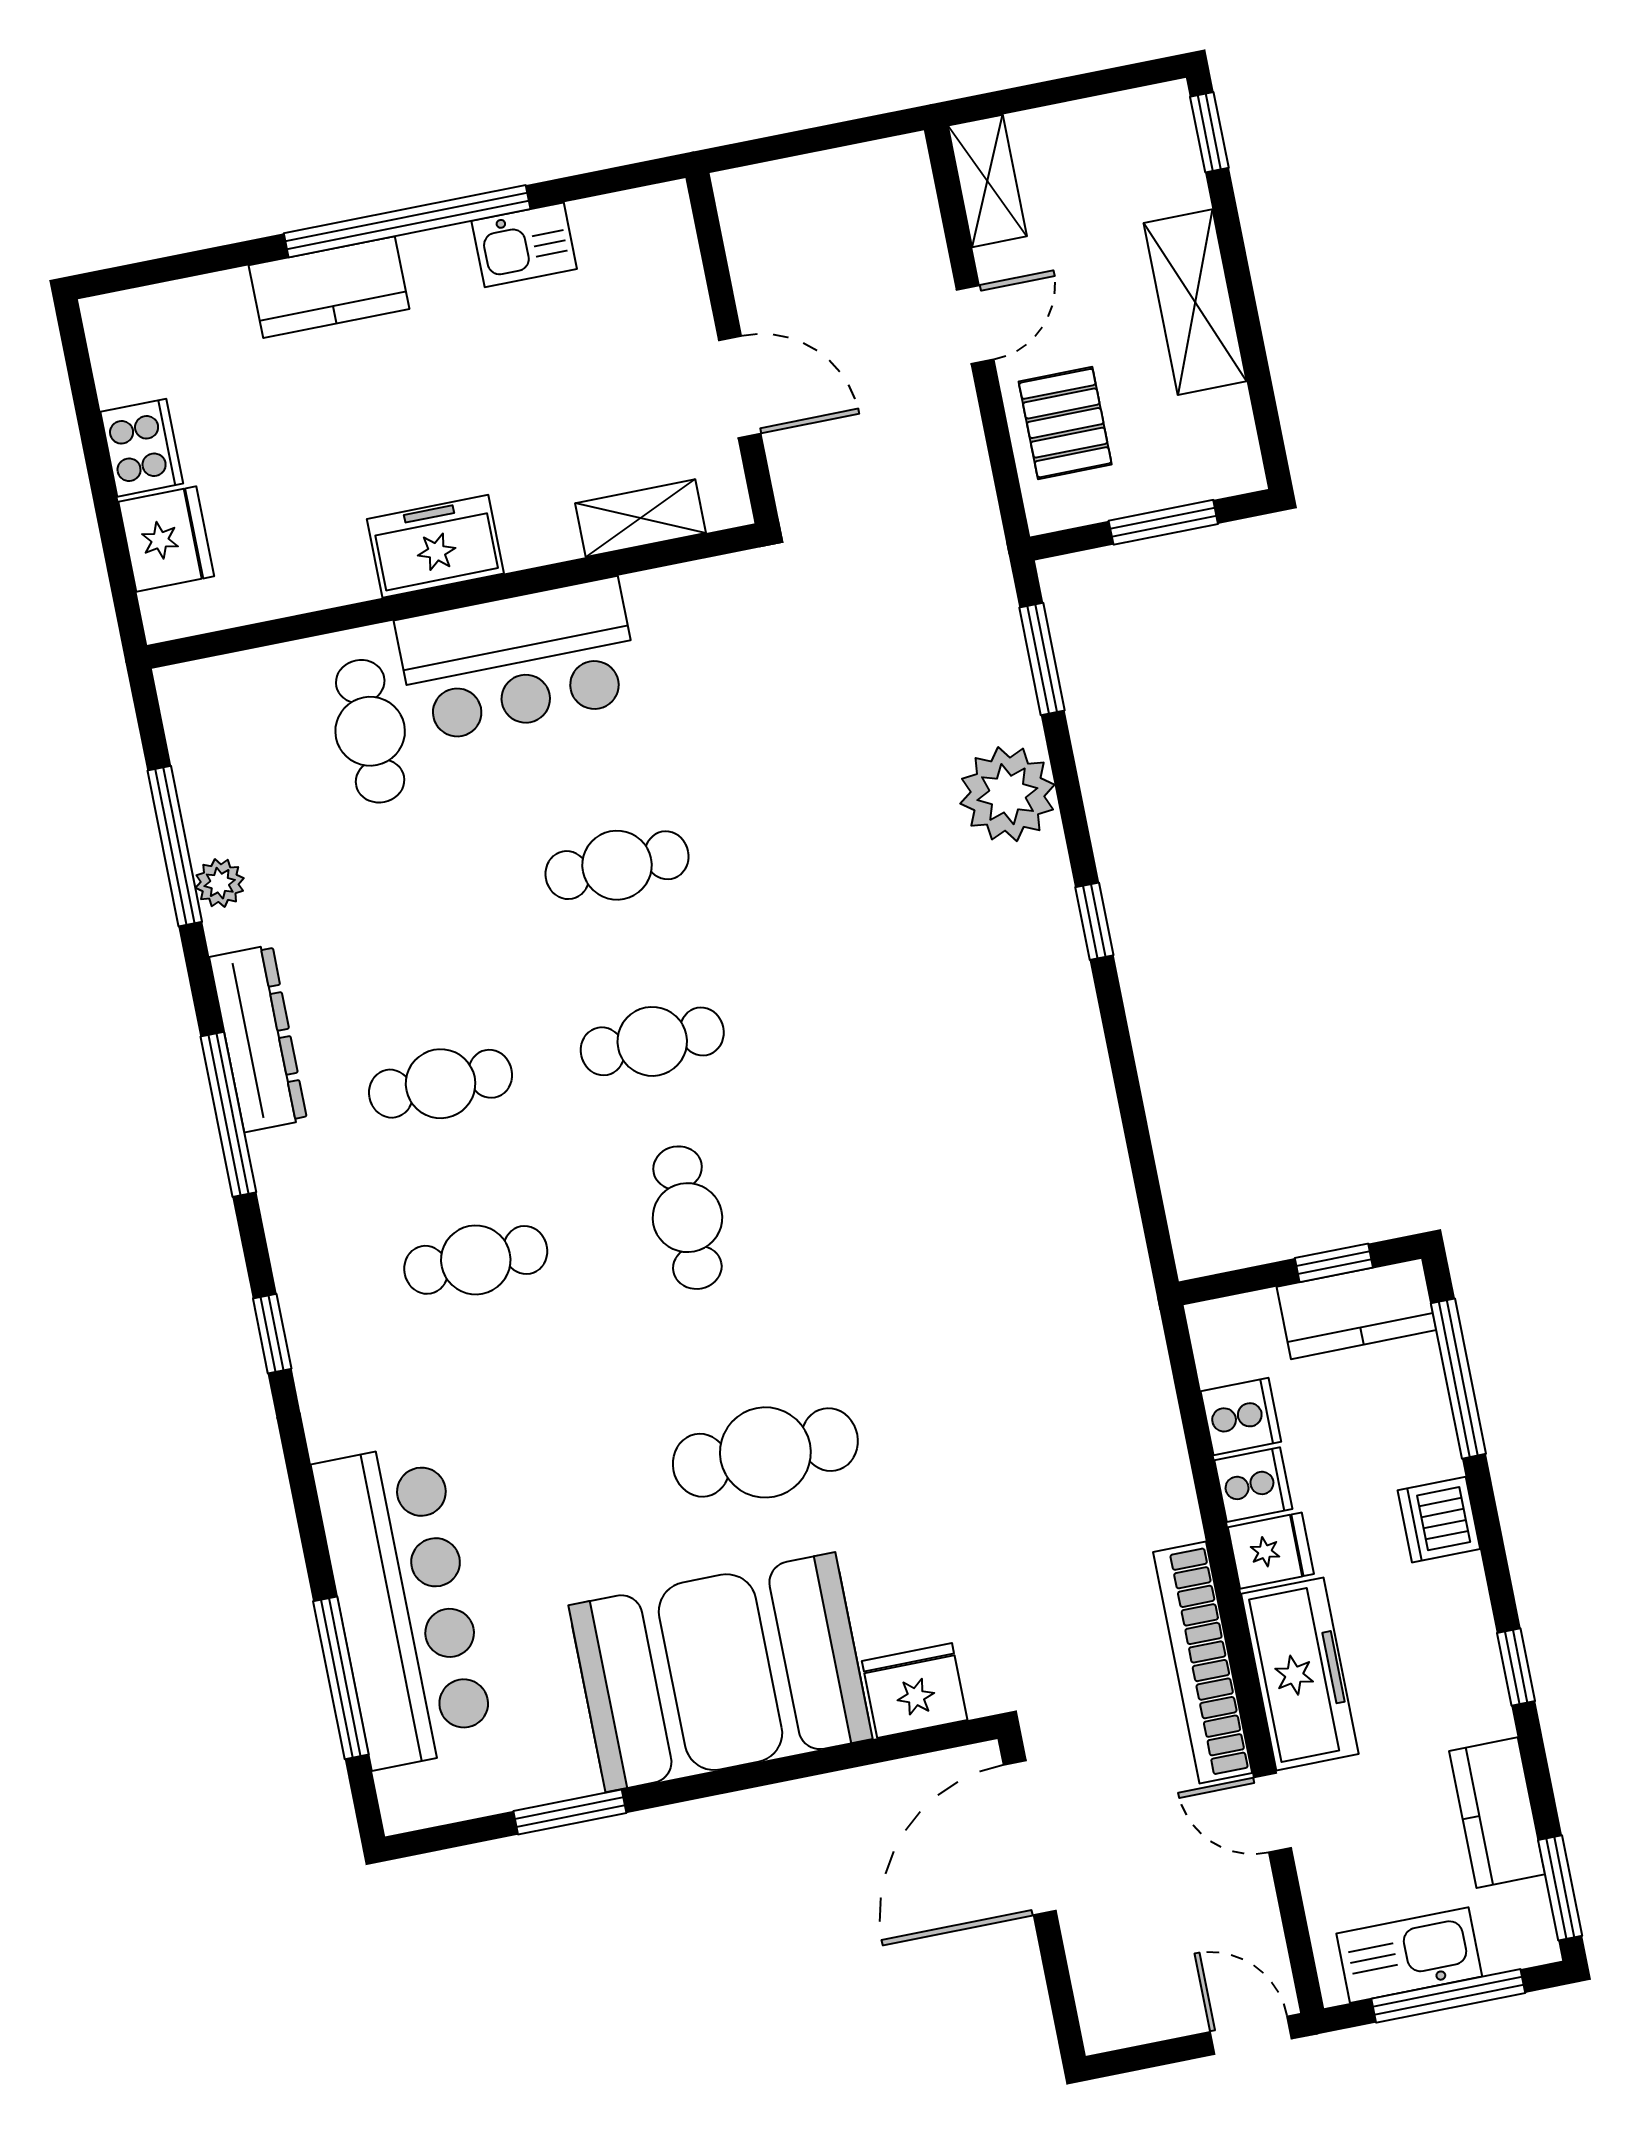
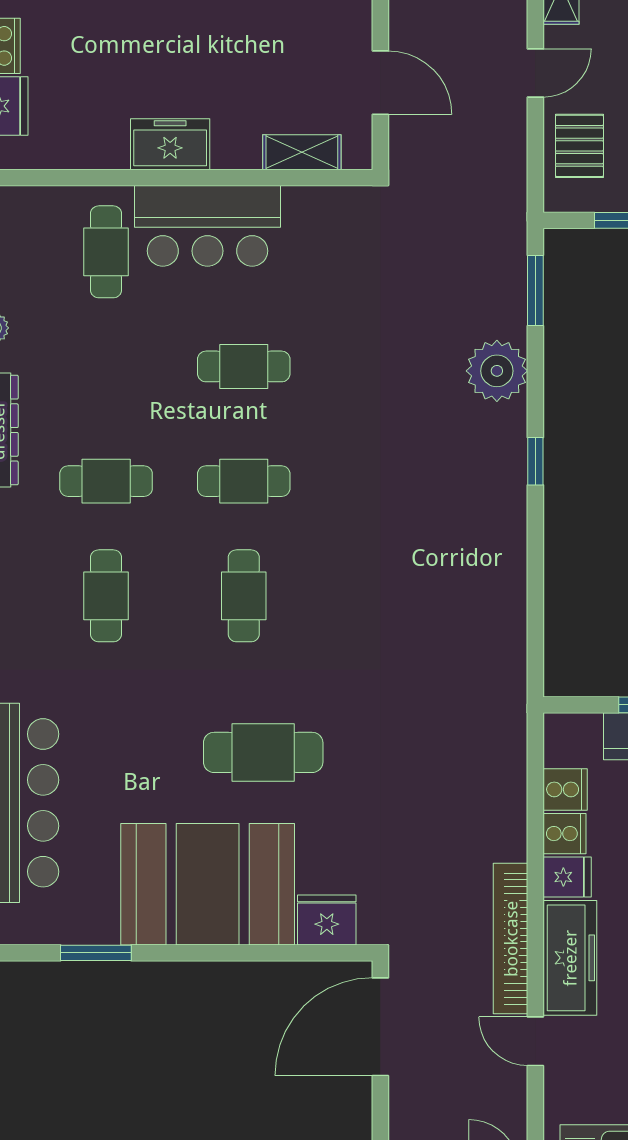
cafe table: (476, 1260) -> (106, 596), turned 90

